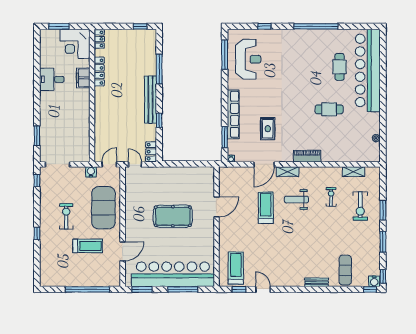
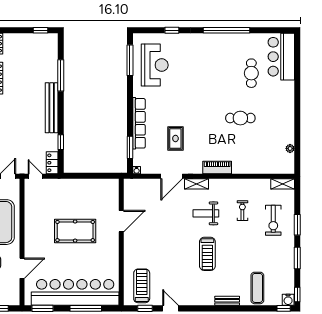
bar counter: (368, 70) -> (281, 57), width x0.54
window: (159, 120) -> (61, 142), moved
shelving: (354, 172) -> (283, 184), moved
treadmill: (266, 208) -> (207, 254), moved, turned 180

